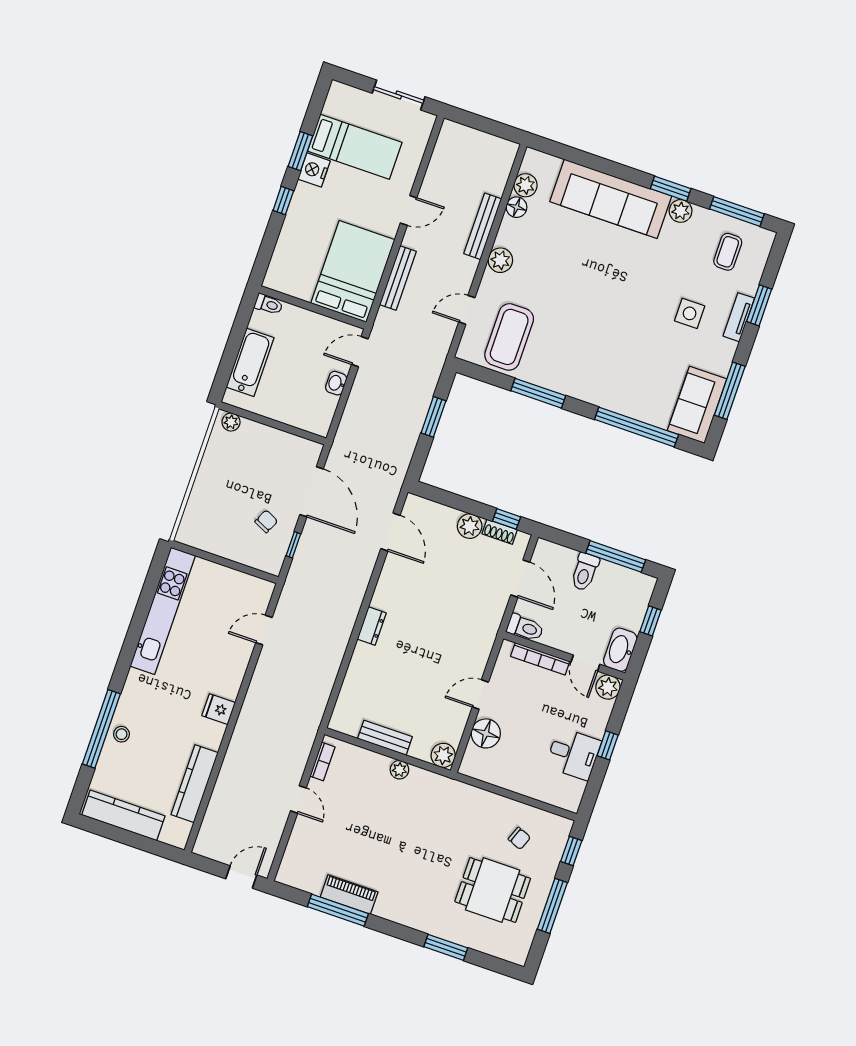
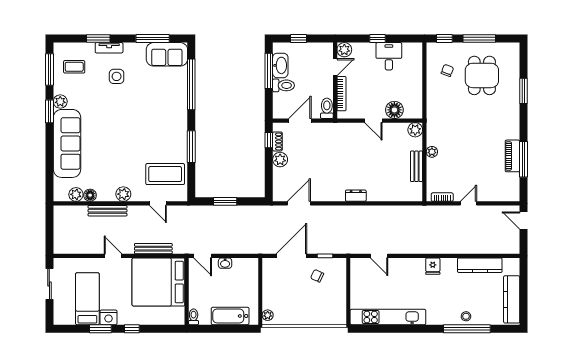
bed: (353, 271) -> (158, 282), width x1.36
washbasin: (620, 650) -> (280, 65), moved, turned -90

